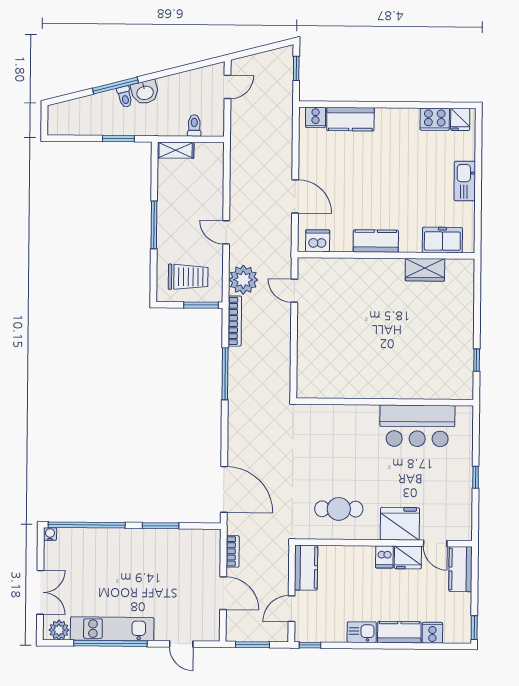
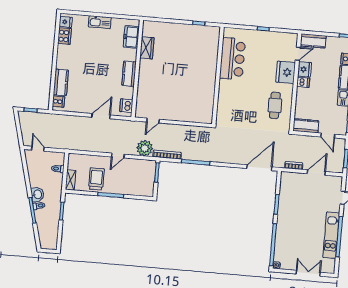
trolley: (188, 277) -> (96, 179), moved
plant: (59, 630) -> (330, 264), removed

